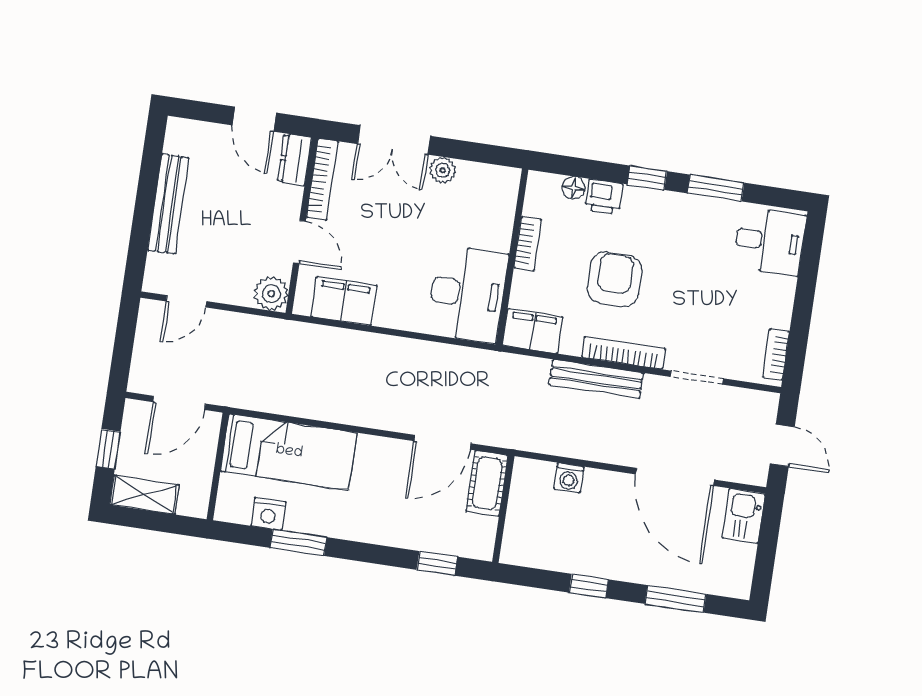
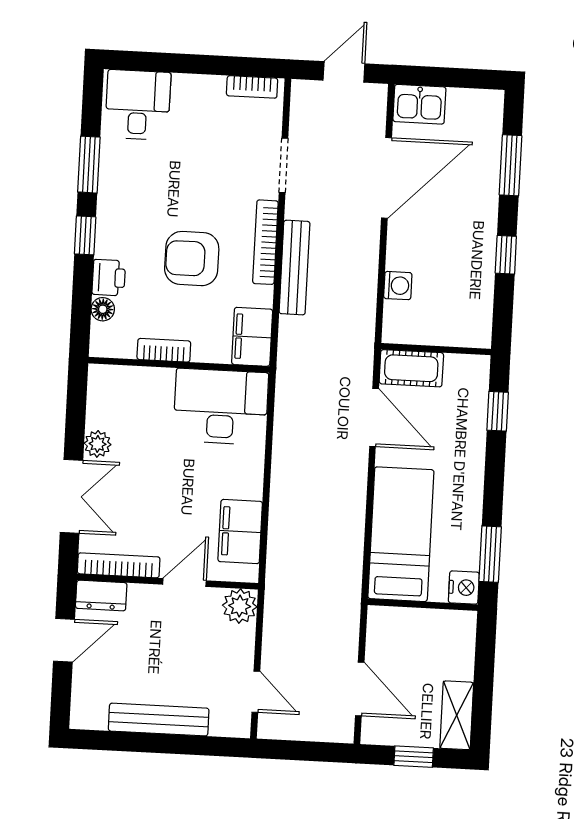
bed: (289, 452) -> (401, 534), moved
wall: (218, 466) -> (423, 605), moved

